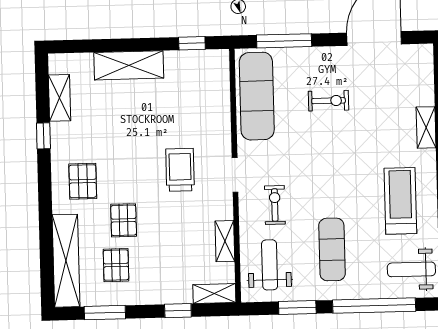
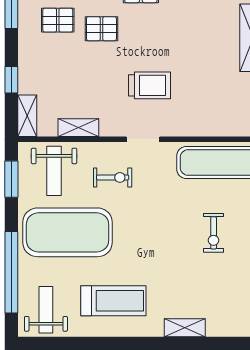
exercise mat: (332, 249) -> (68, 232), width x2.00, depth x1.45
weight bench: (270, 265) -> (54, 171), turned 90
window: (297, 308) -> (11, 179), moved

